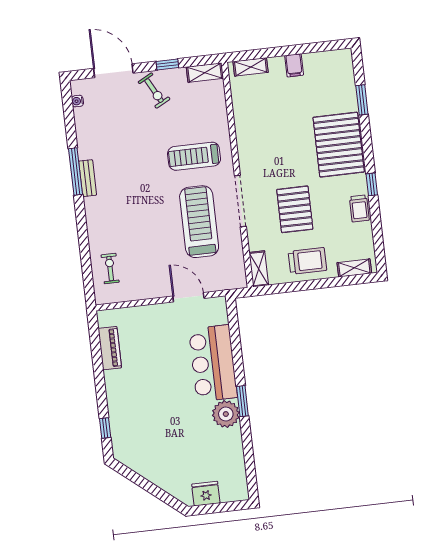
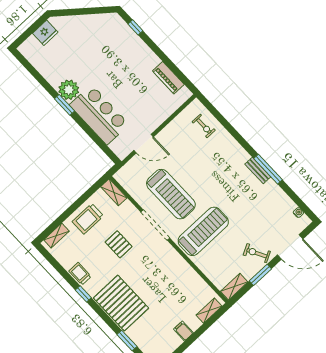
window: (167, 65) -> (260, 275), width x1.50
treadmill: (194, 156) -> (203, 231), width x1.37, depth x1.38
pallet: (295, 209) -> (119, 244), width x0.67, depth x0.71

